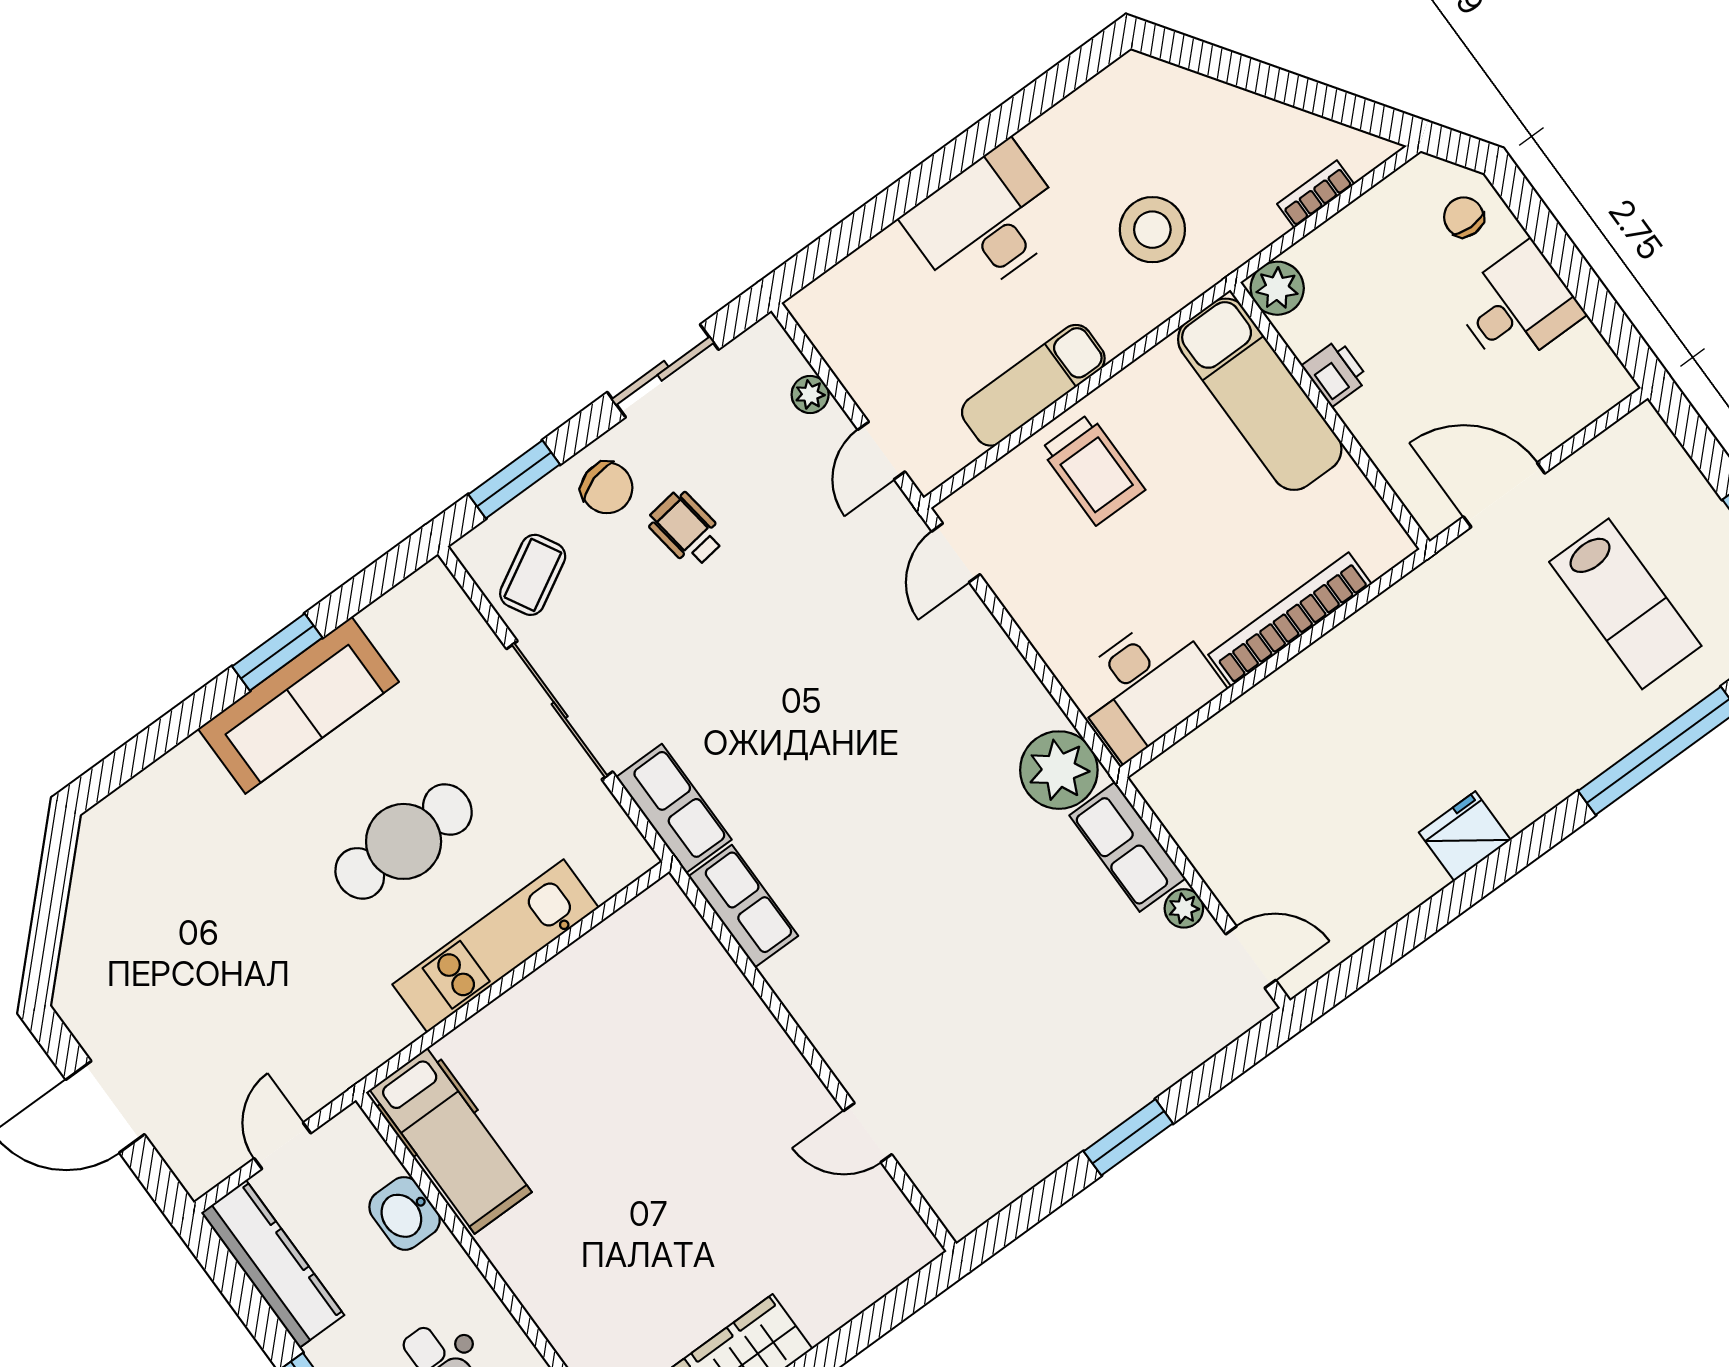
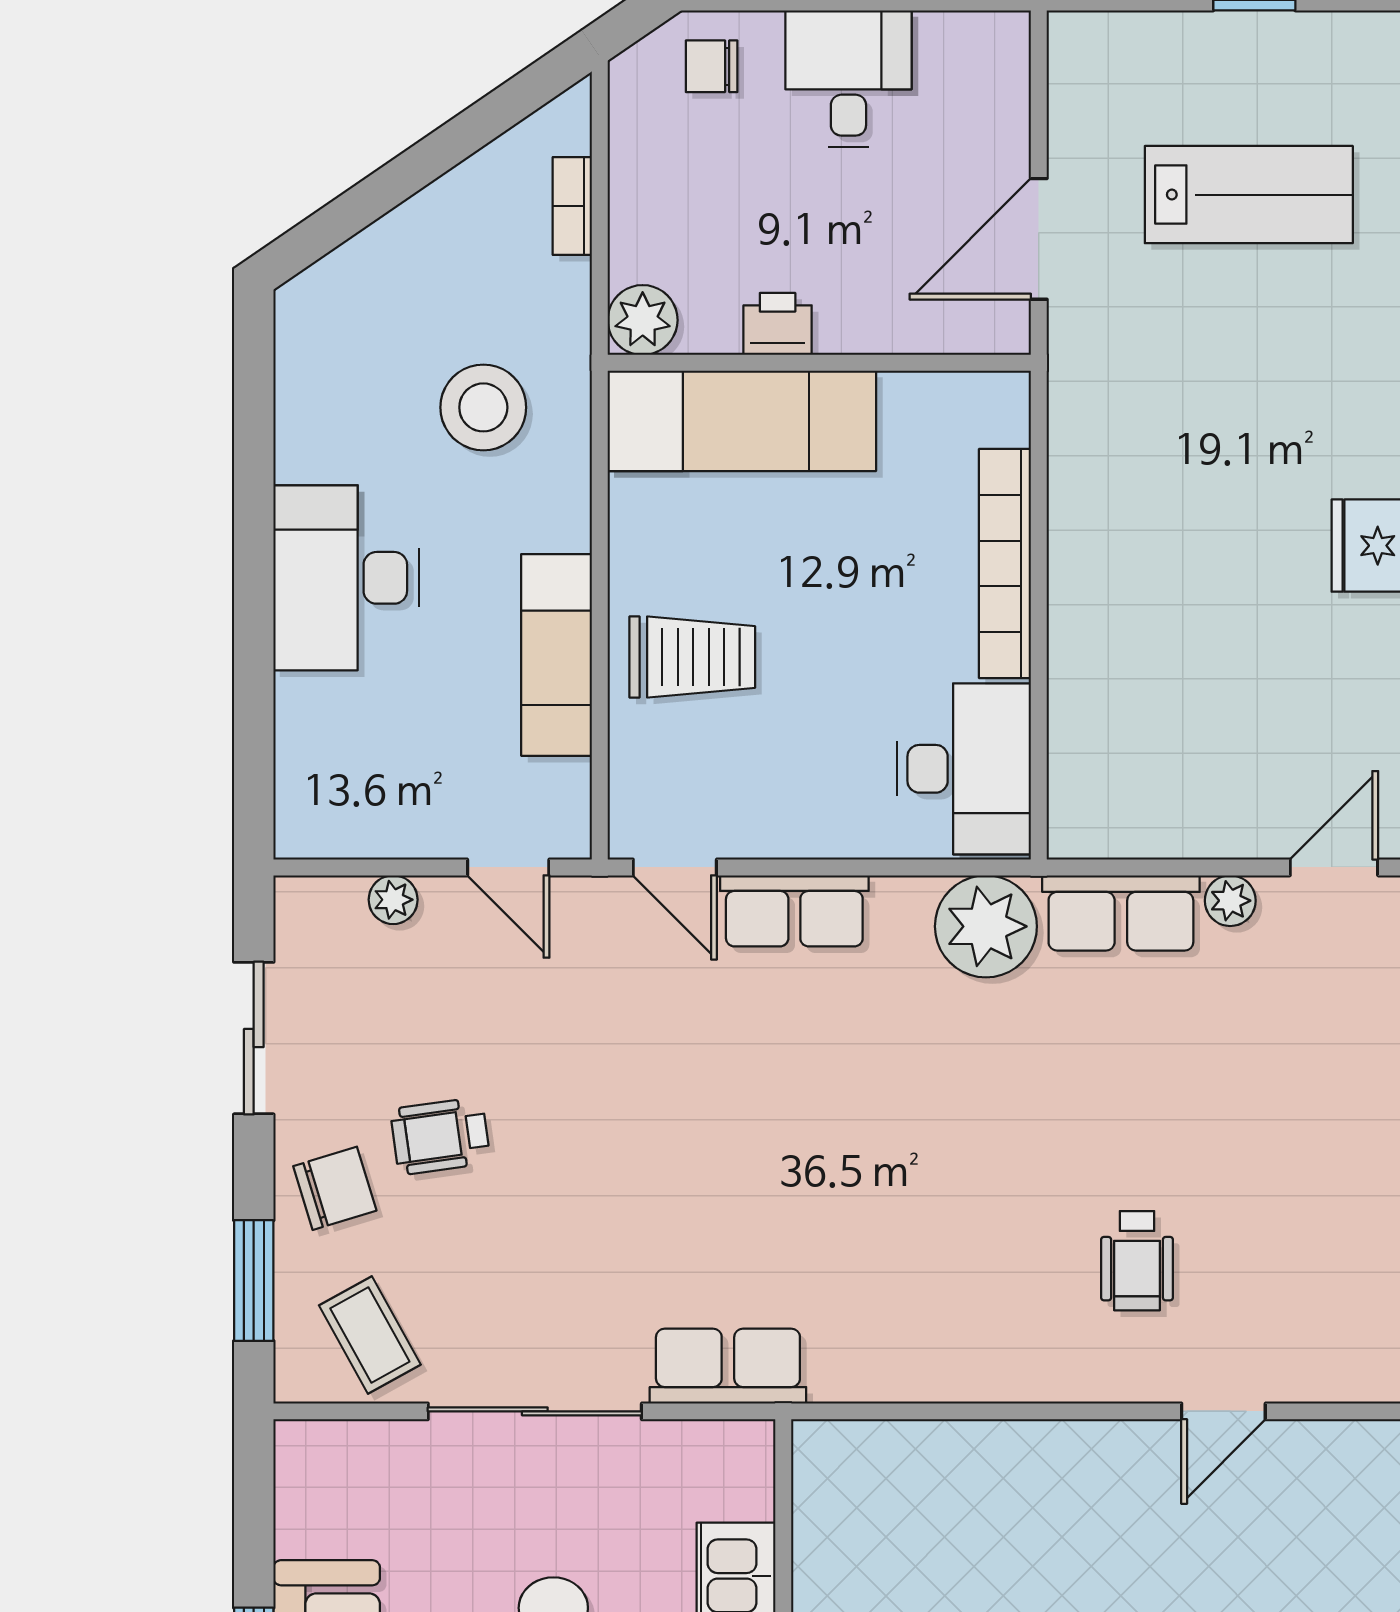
row of seats: (743, 906) -> (794, 911), moved, turned 180
wheelchair: (921, 1012) -> (1137, 1261), added

